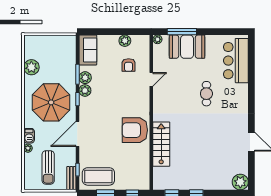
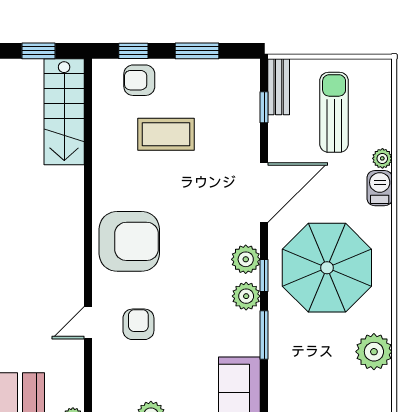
armchair: (129, 65) -> (138, 324), moved
plant: (85, 78) -> (246, 259), moved
armchair: (135, 130) -> (129, 241), moved
stairs: (161, 144) -> (64, 112), moved
coffee table: (98, 176) -> (166, 134), moved, width x0.73, depth x0.76
armchair: (130, 181) -> (139, 80), added

